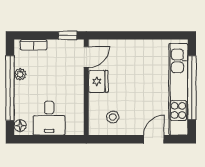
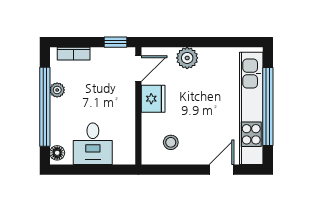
plant: (126, 48) -> (187, 58), added

